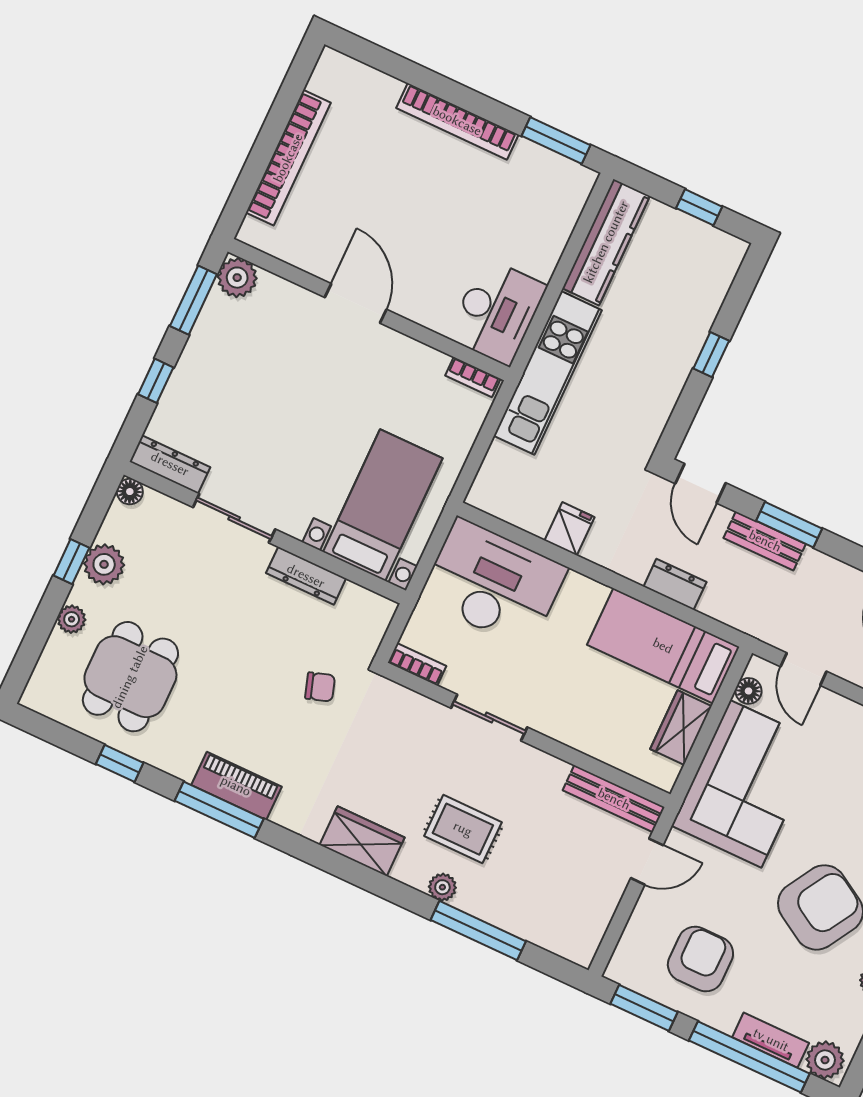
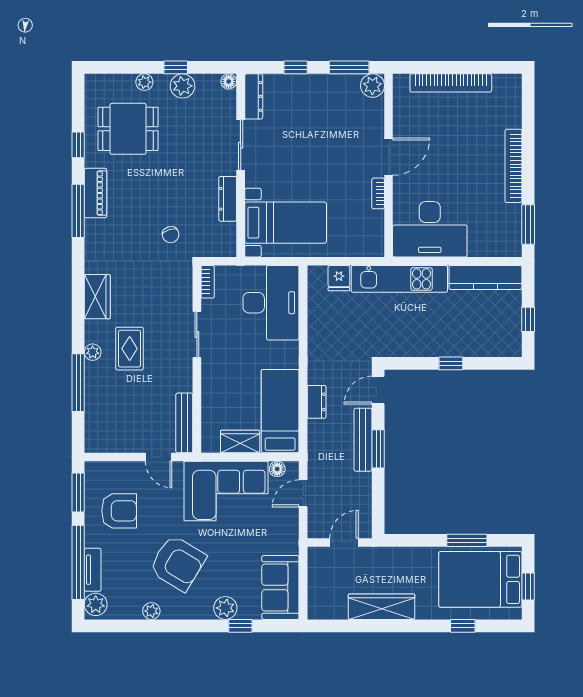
desk: (497, 312) -> (430, 229), width x1.36, depth x1.30
bookcase: (473, 377) -> (378, 193), moved
fridge: (569, 529) -> (339, 278), moved, turned 90
bench: (765, 541) -> (363, 440), width x1.36
piano: (236, 786) -> (96, 193), moved

